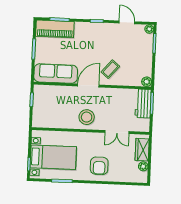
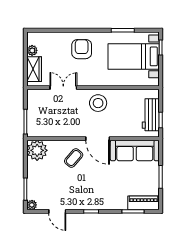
piano: (55, 29) -> (143, 203), width x0.73, depth x0.75
plant: (147, 82) -> (37, 150), width x1.88, depth x1.88
door: (88, 85) -> (98, 139), hinge flipped
workbench: (143, 103) -> (151, 115), moved, turned 180

